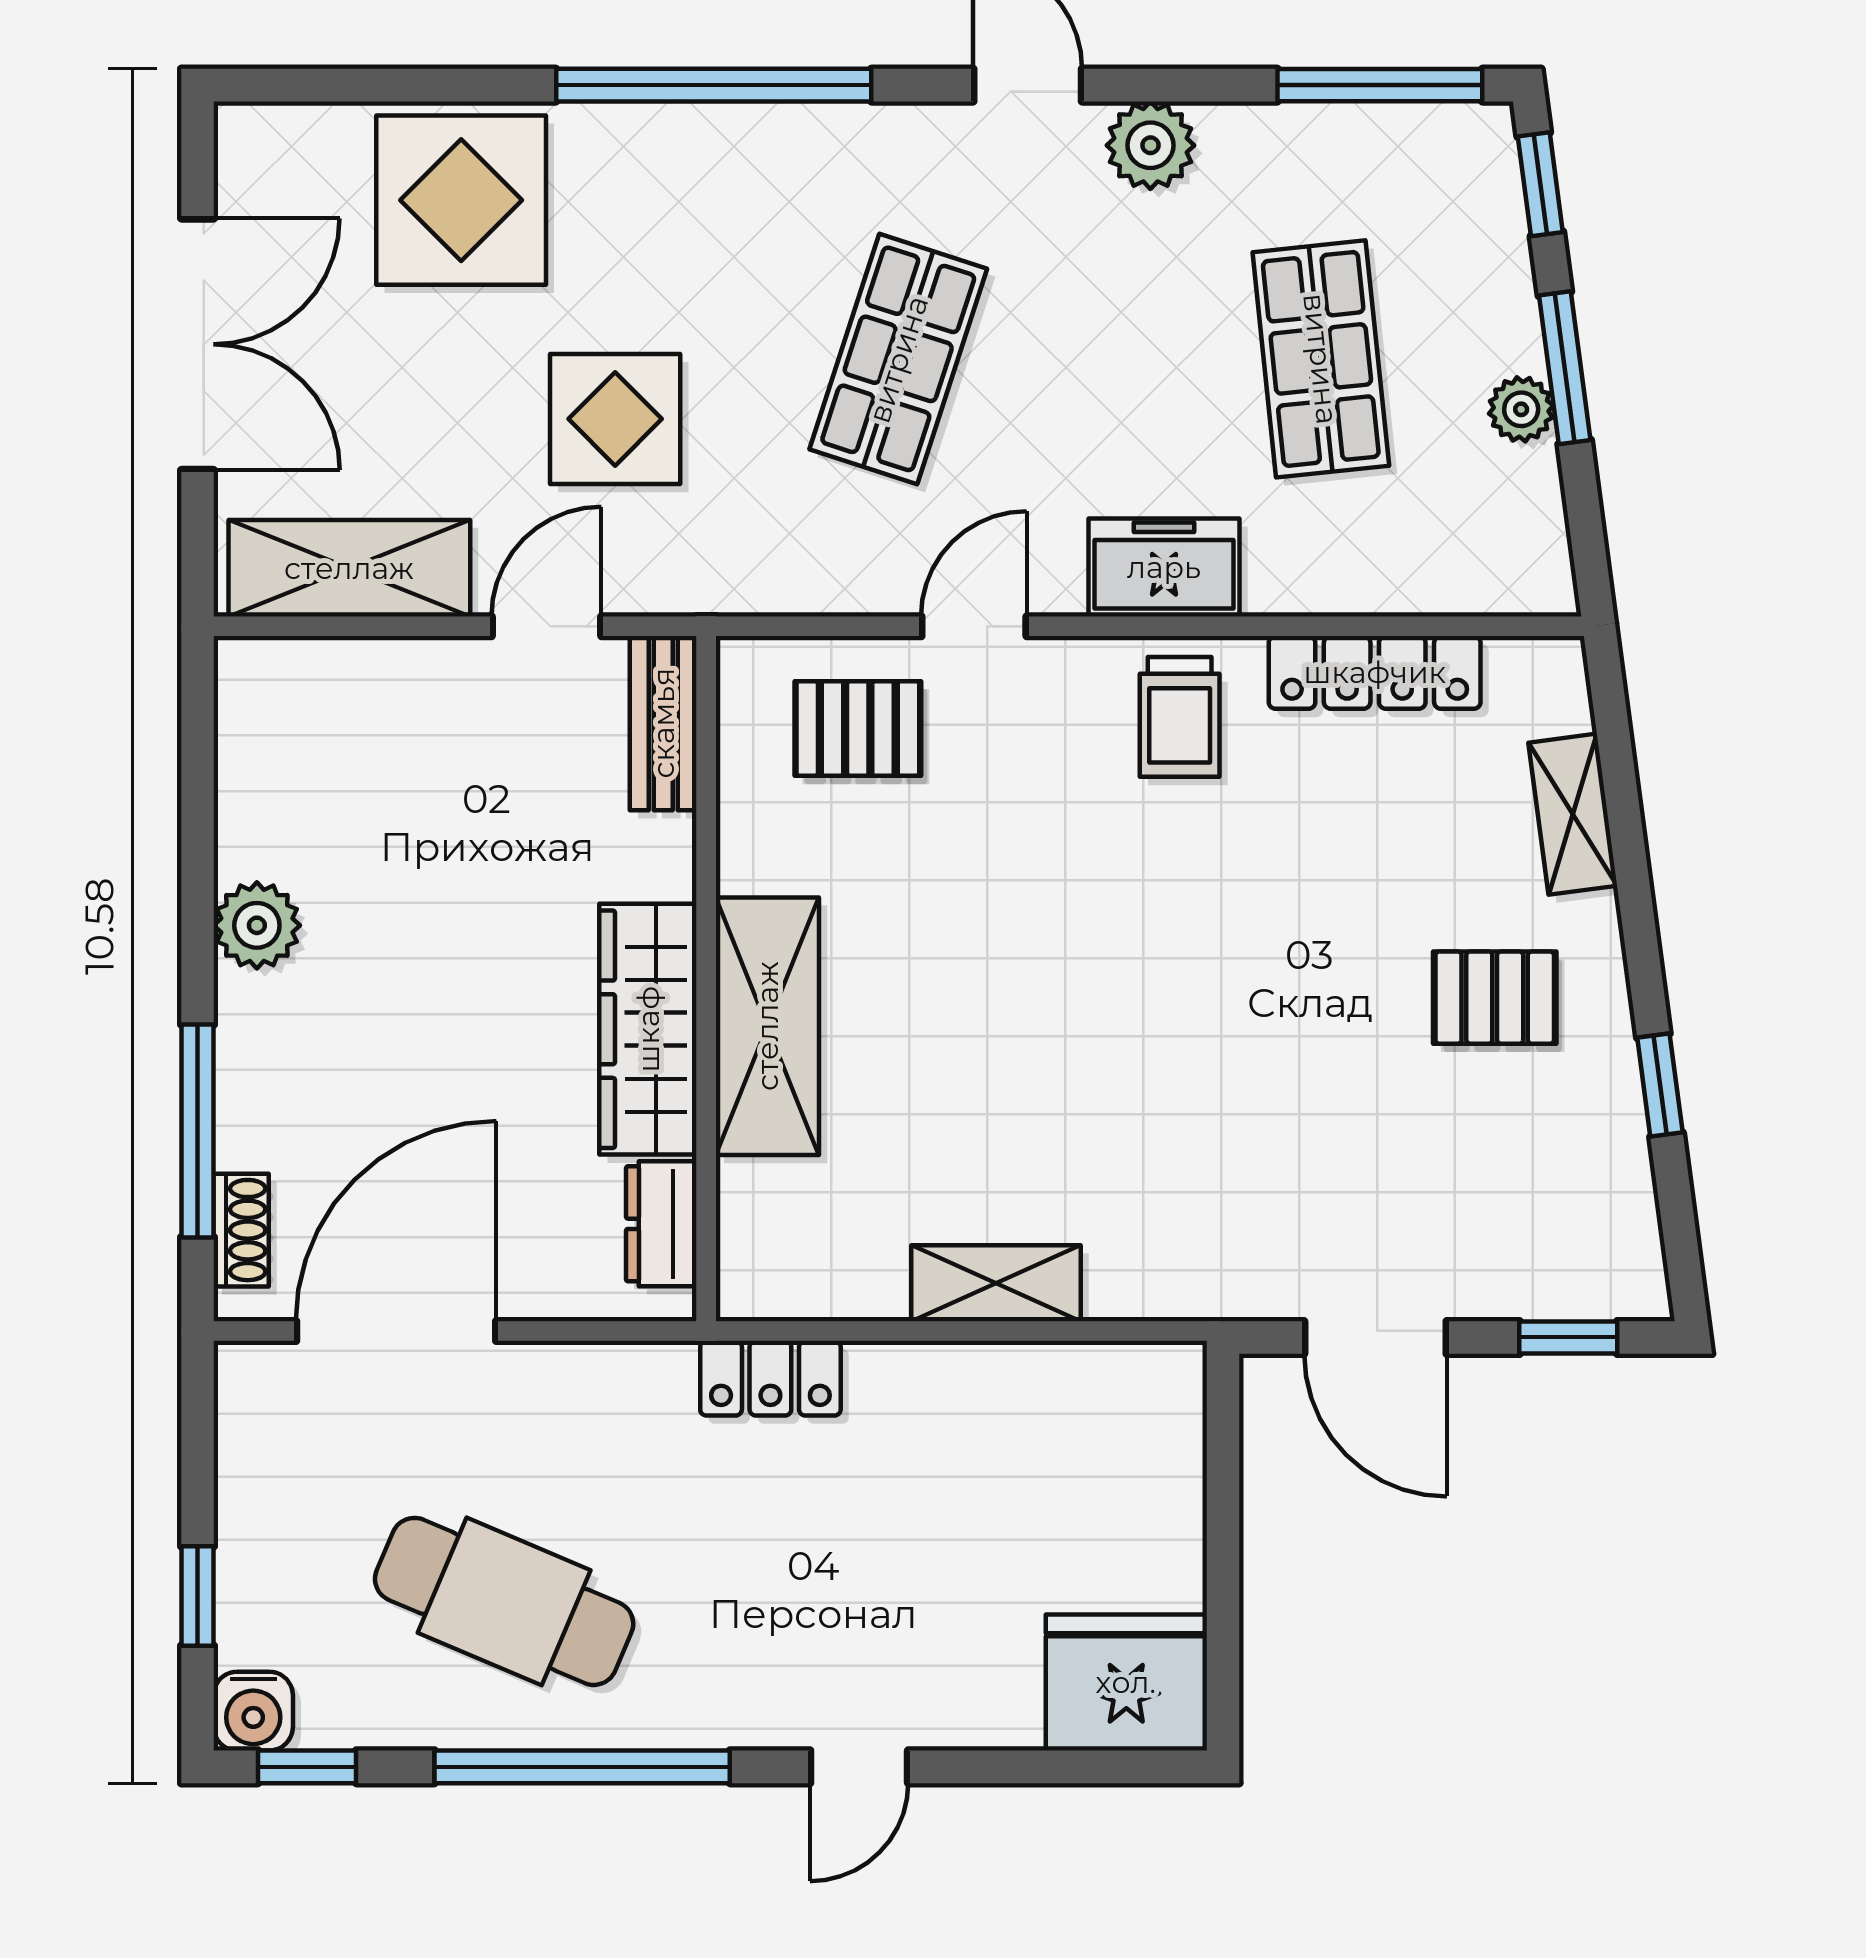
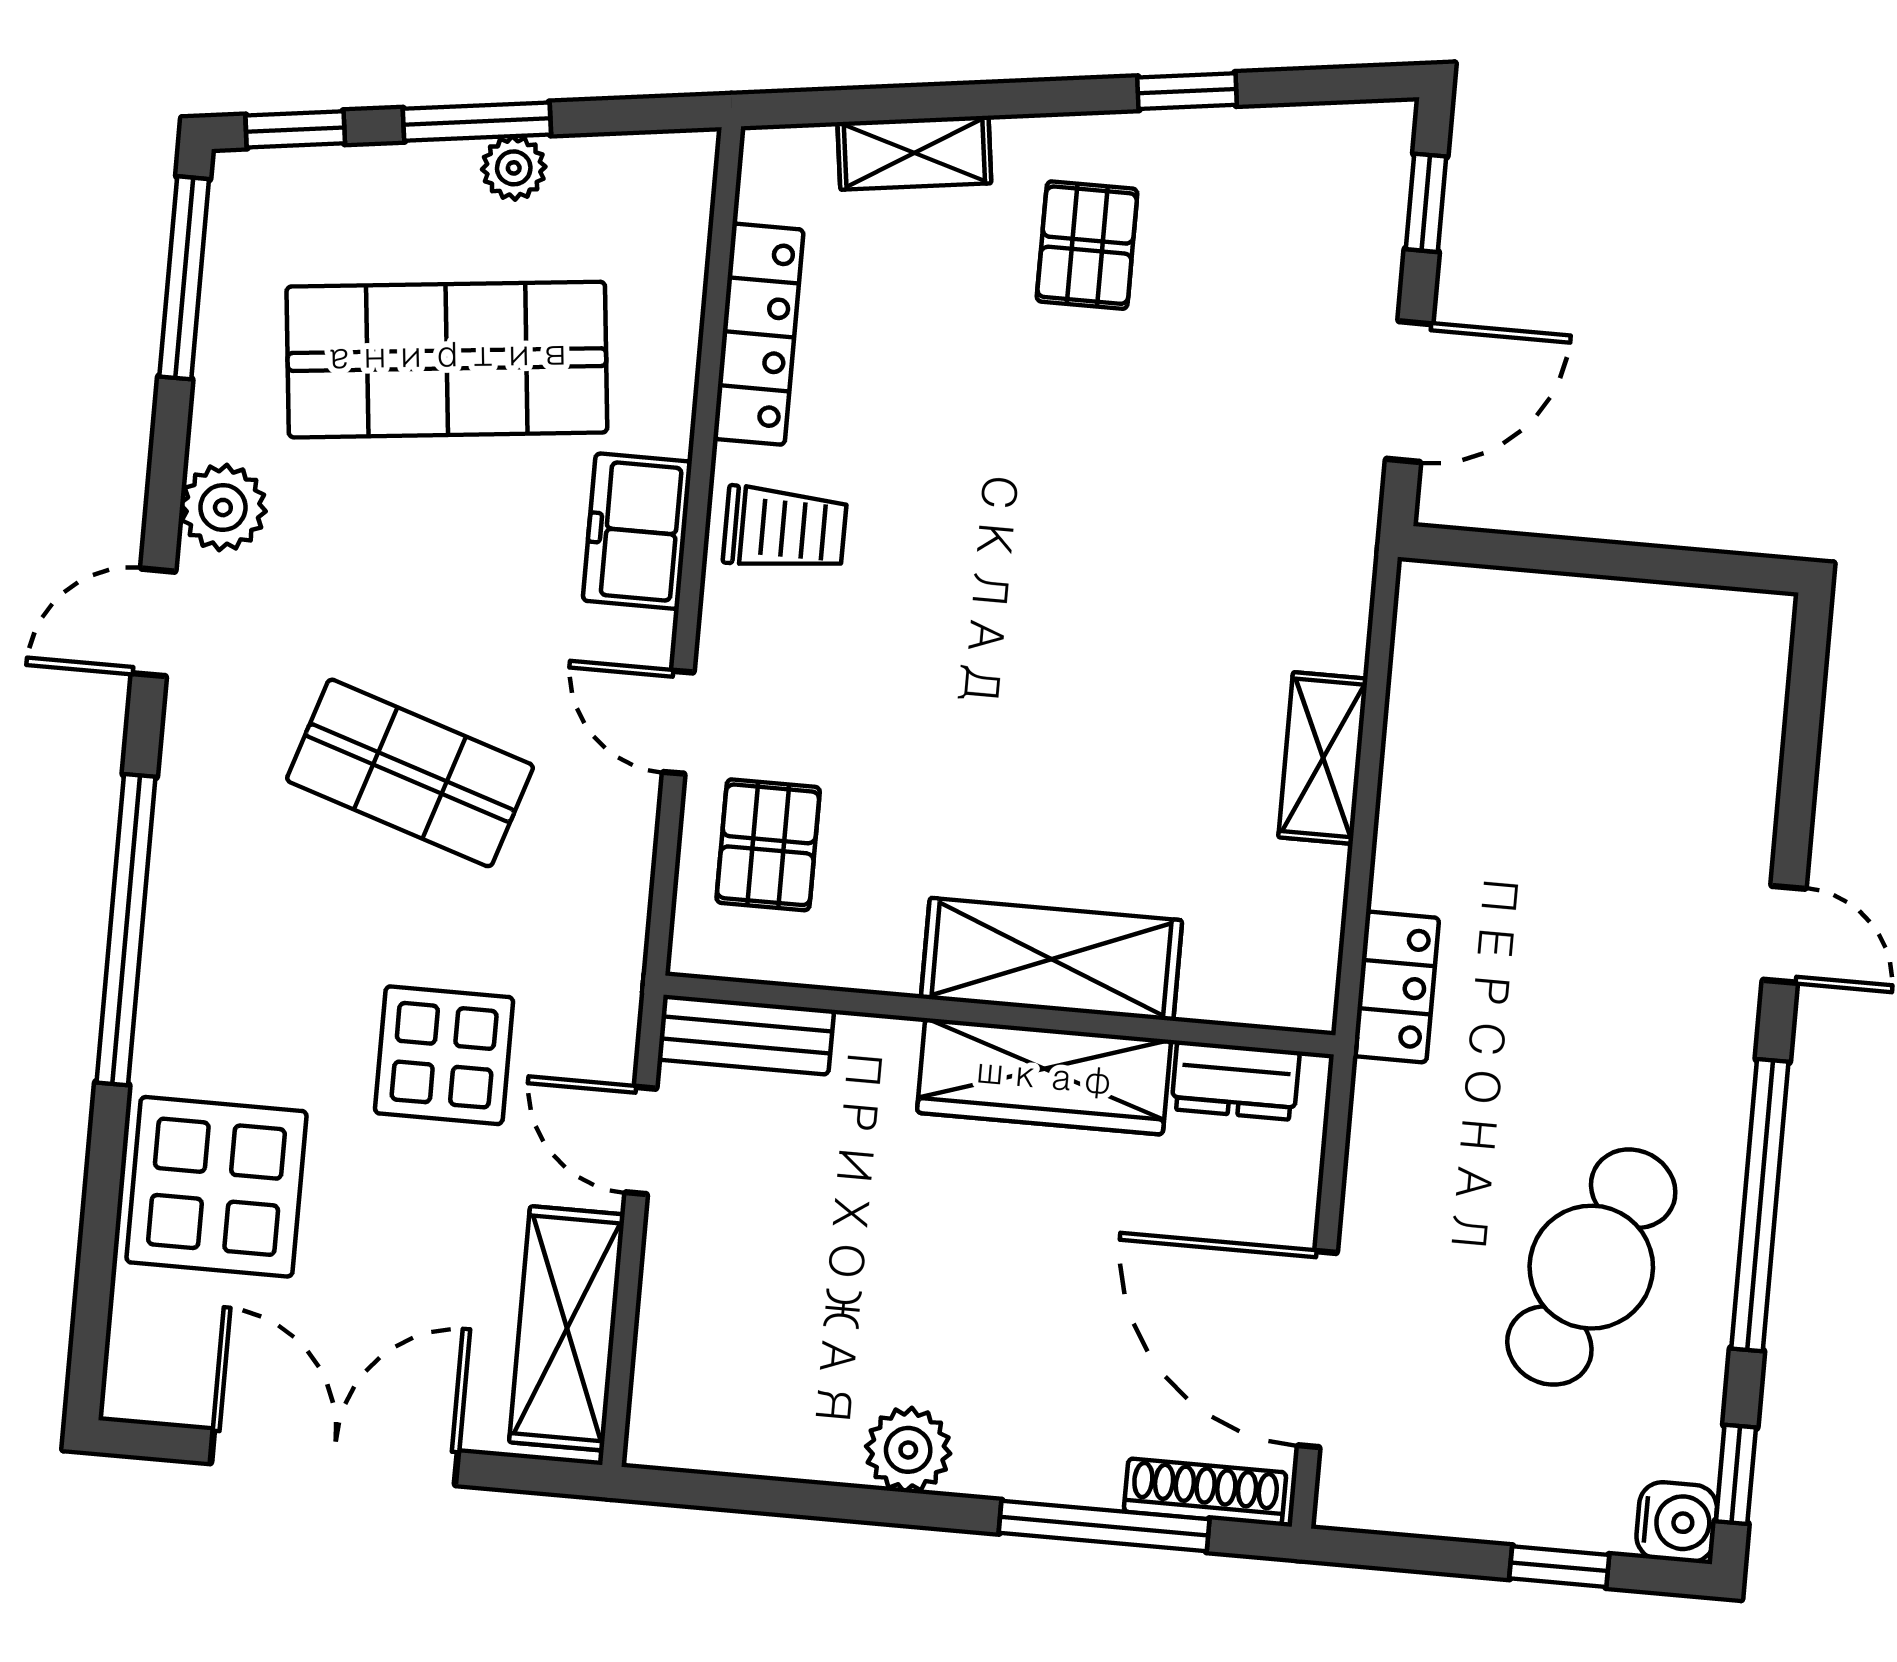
shop shelf: (1321, 359) -> (447, 360), width x1.43, depth x1.36
shoe rack: (241, 1230) -> (1205, 1492), width x1.43
fridge: (1126, 1682) -> (1725, 665), removed

